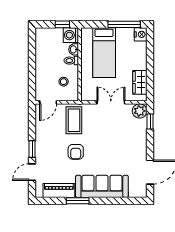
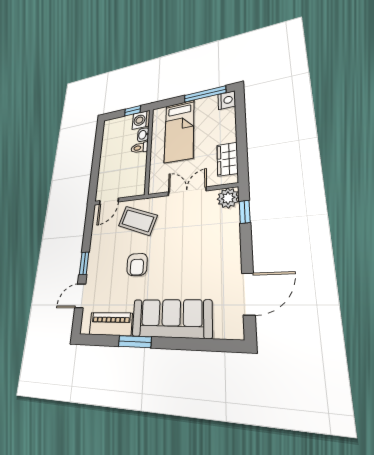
stool: (64, 82) -> (129, 174), removed
coffee table: (74, 120) -> (138, 221), turned -70

